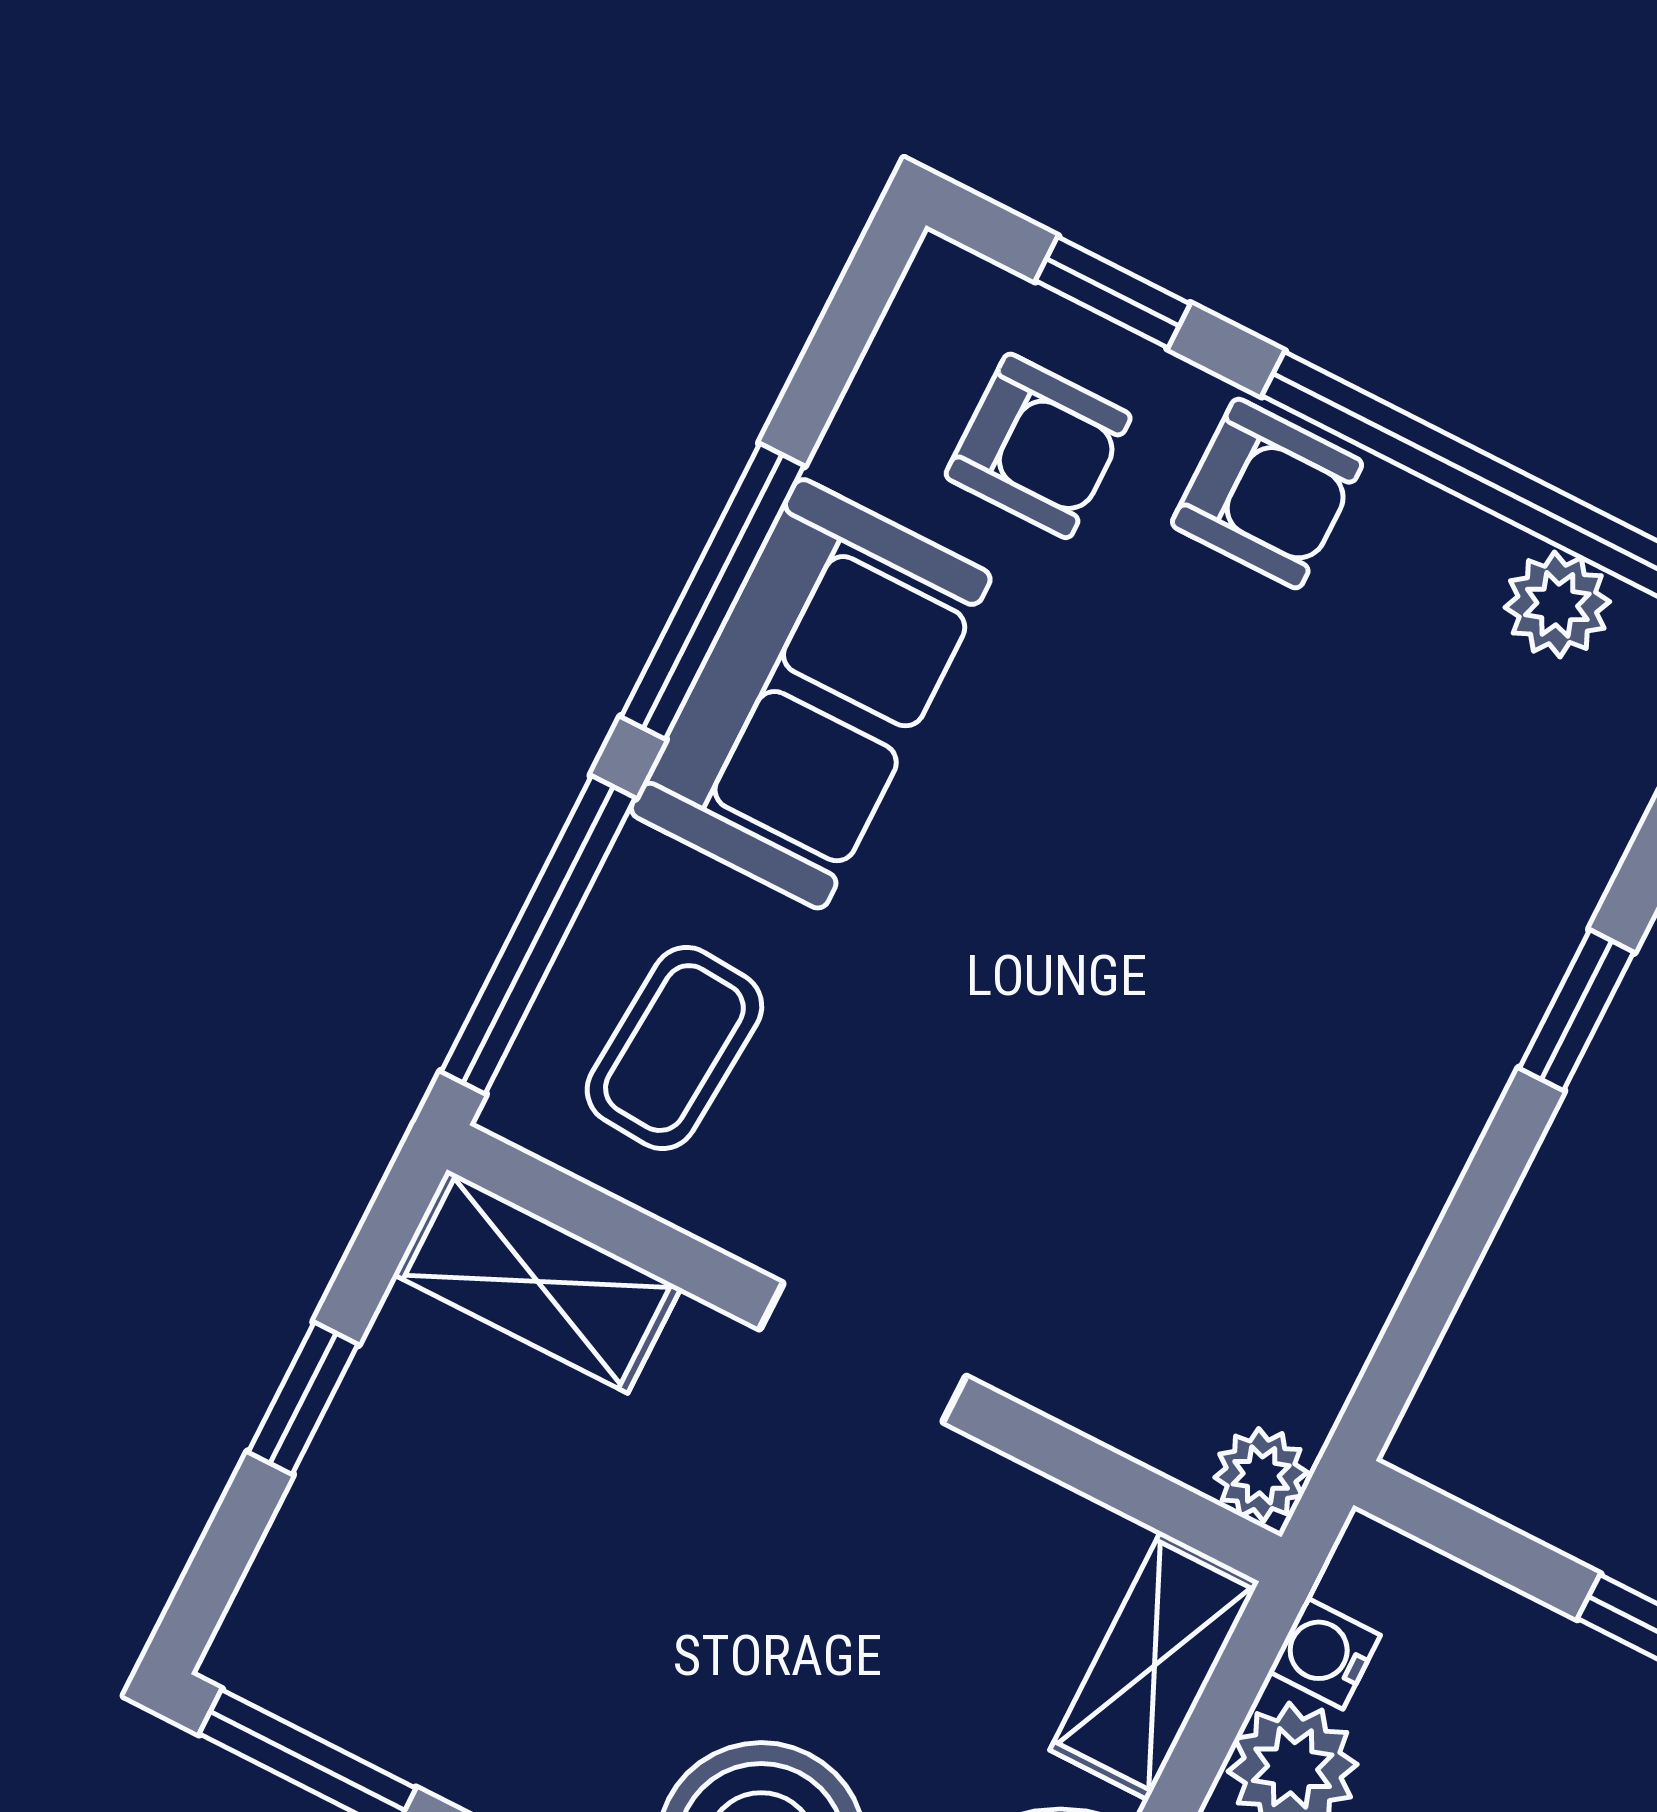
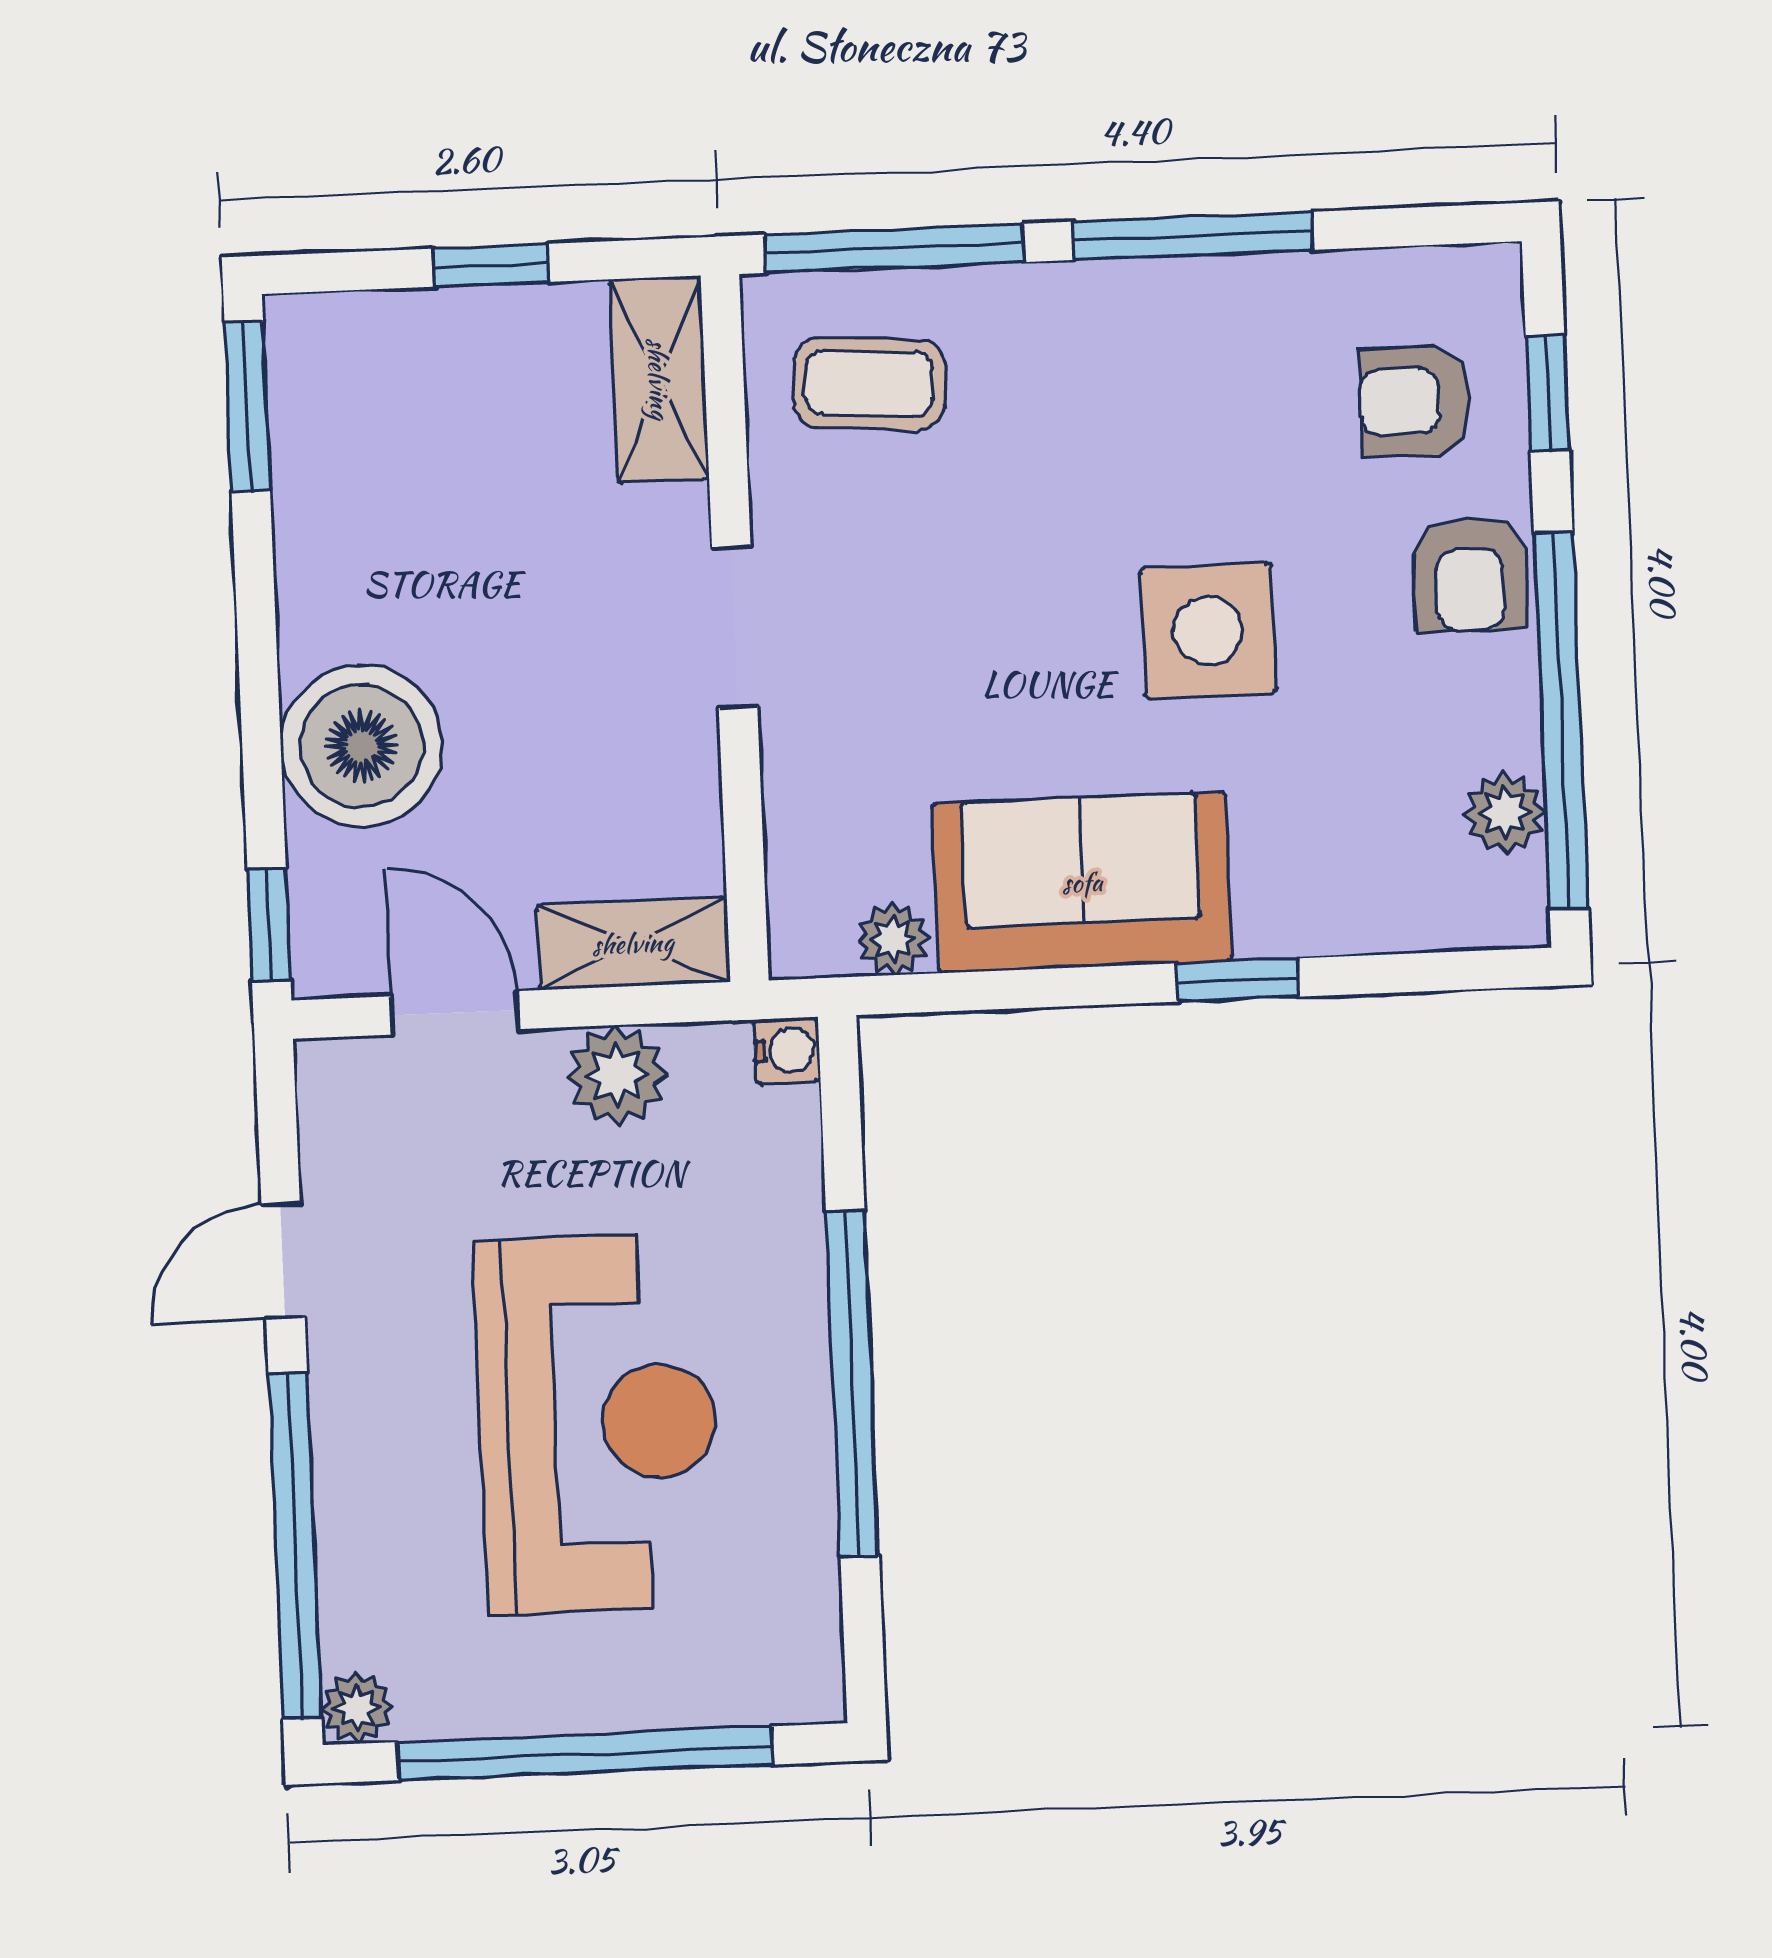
armchair: (1038, 446) -> (1415, 401), turned 90
sofa: (811, 694) -> (1082, 882), moved, turned 180
side table: (1166, 823) -> (1208, 631), added
plant: (1261, 1475) -> (893, 939), moved
water cooler: (1325, 1653) -> (787, 1050), moved, turned 90

